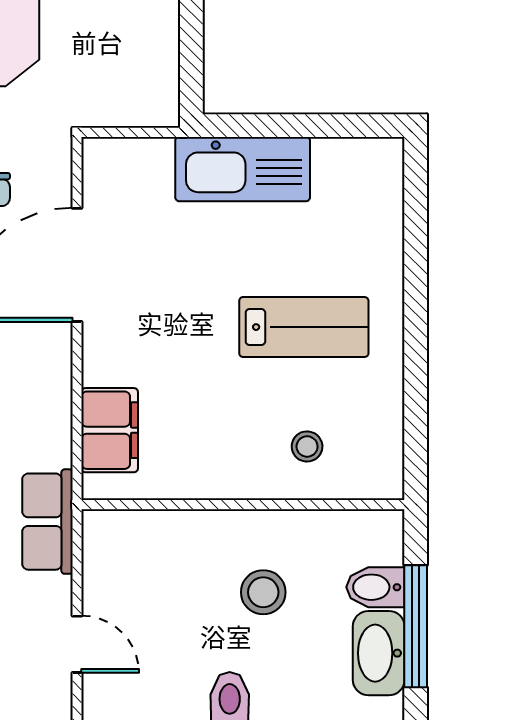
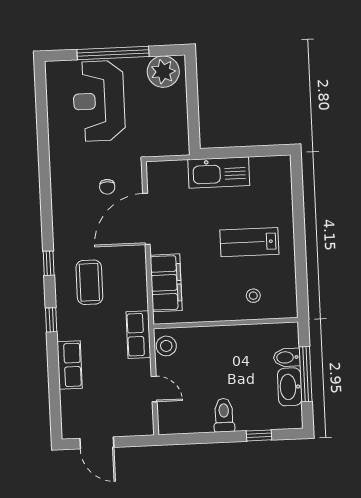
lab bench: (304, 327) -> (249, 242), turned 180
filing cabinet: (110, 430) -> (166, 283), width x1.50, depth x1.17
stool: (263, 592) -> (166, 346), moved

